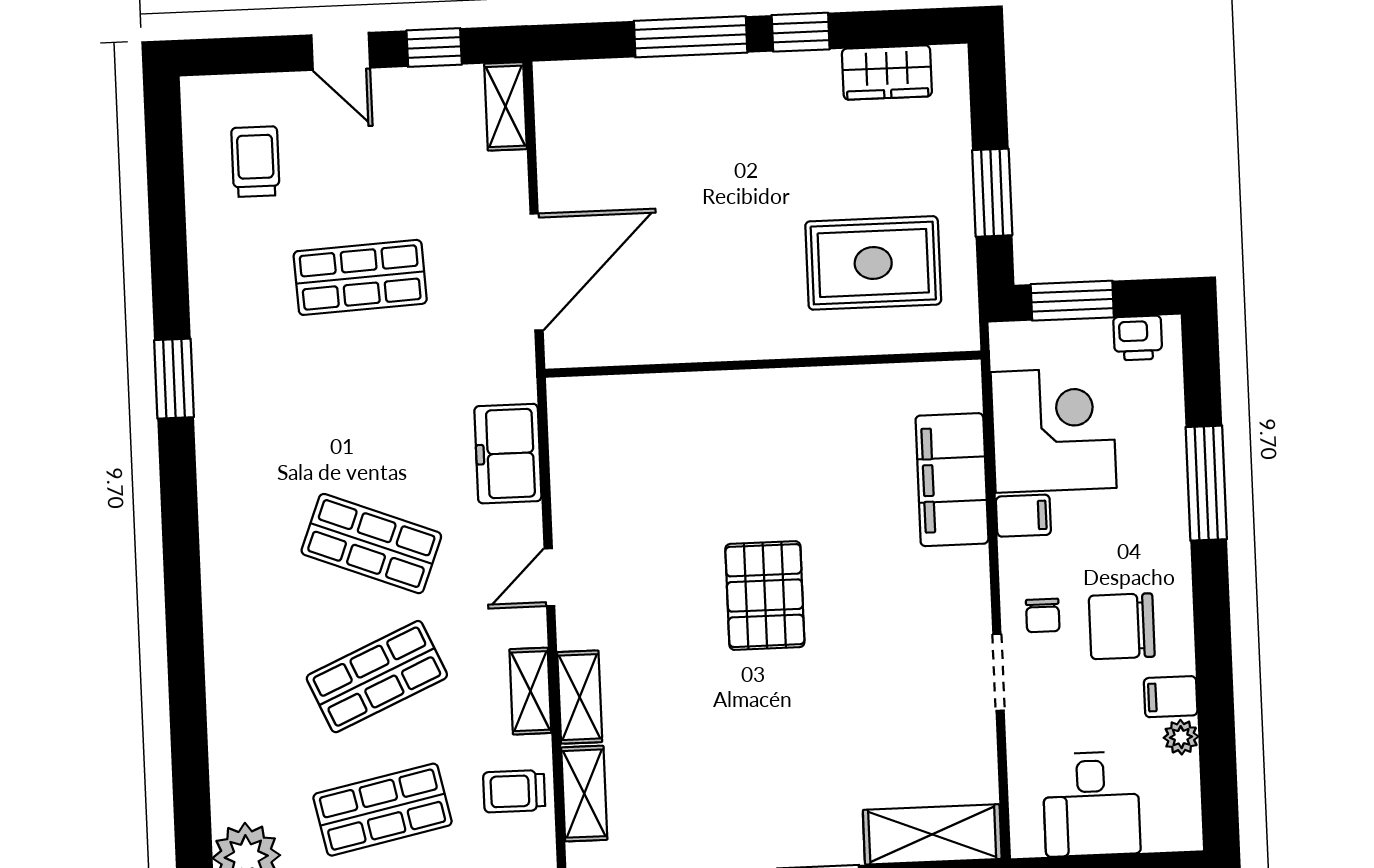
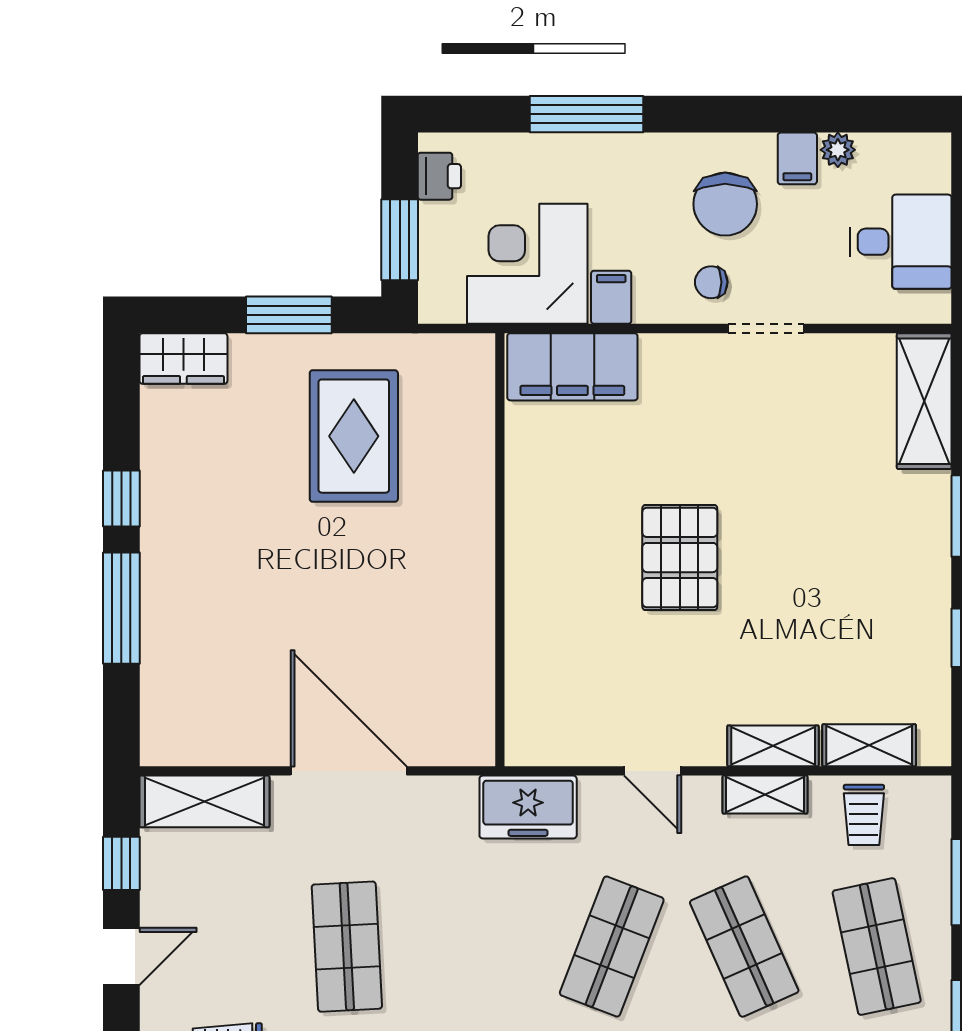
wardrobe: (887, 72) -> (183, 359), moved, turned 90
shelving: (505, 106) -> (204, 801), width x1.50, depth x1.33
wall: (763, 364) -> (500, 550), moved
pallet: (765, 596) -> (680, 558), turned 90
chair: (1043, 615) -> (711, 282), turned 180

